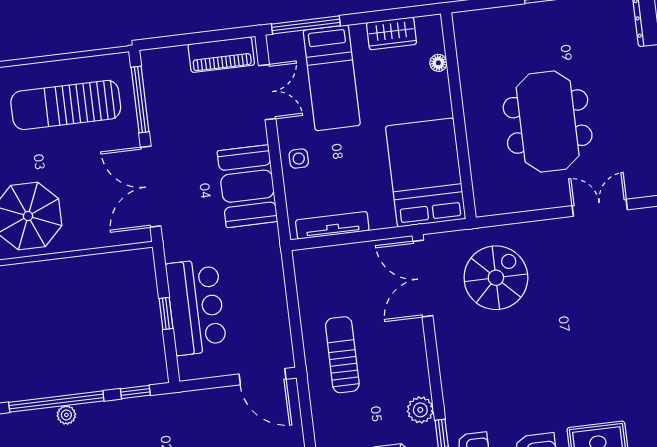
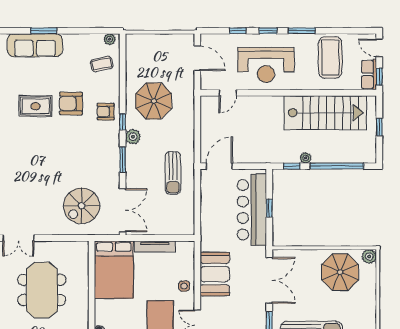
tv unit: (332, 225) -> (155, 246), moved
bar counter: (196, 307) -> (252, 210), width x1.36
window: (434, 367) -> (123, 160), added
door: (263, 377) -> (219, 166), hinge flipped
plant: (66, 415) -> (306, 158), moved

